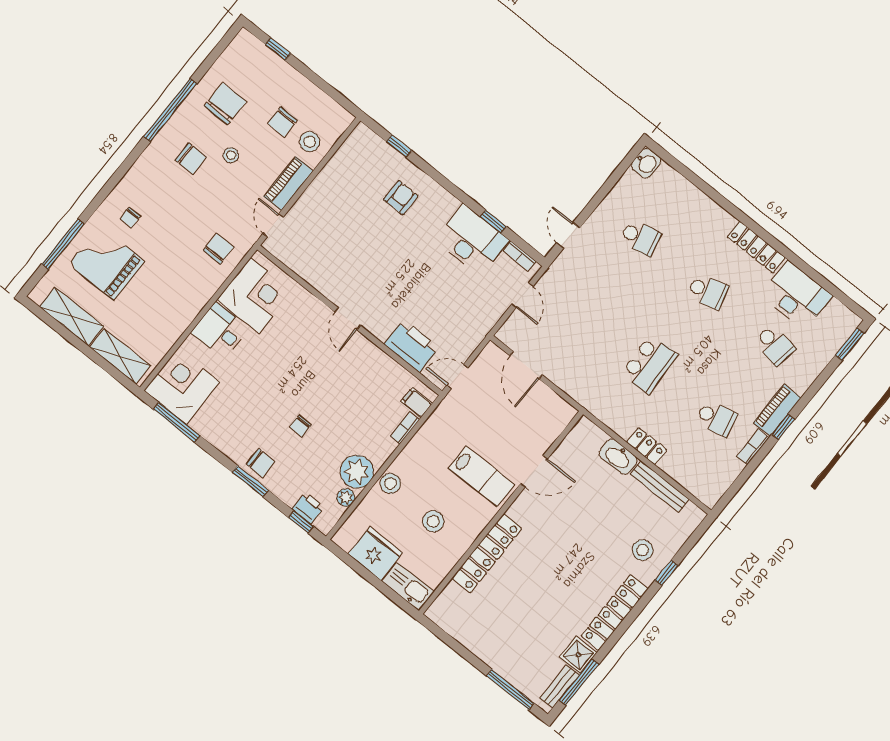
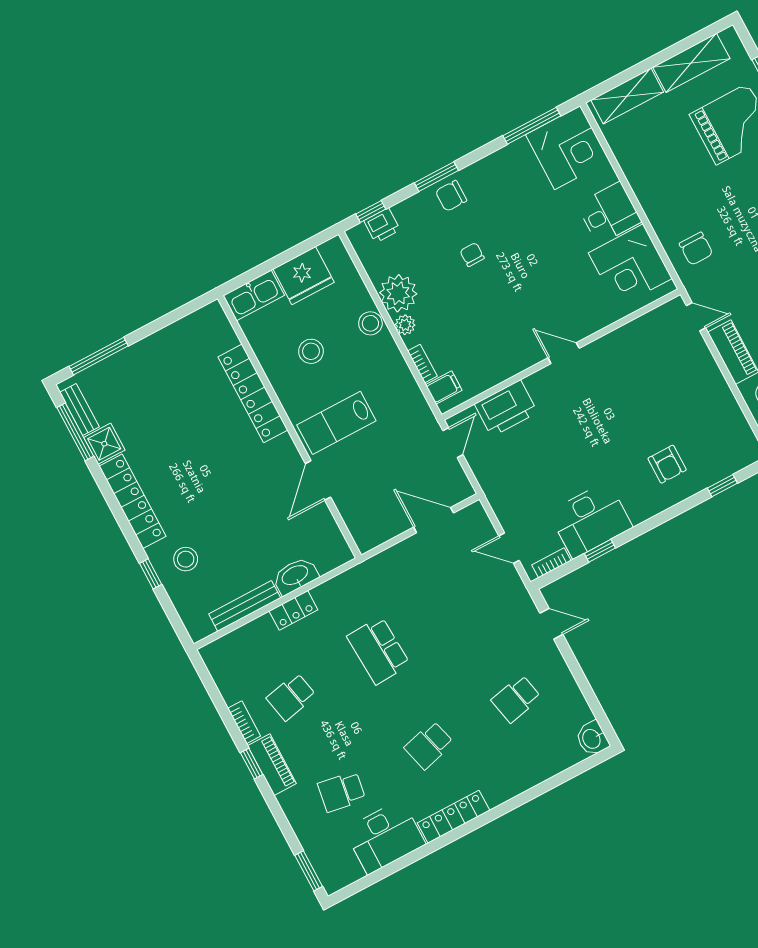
plant: (346, 497) -> (405, 325), moved

